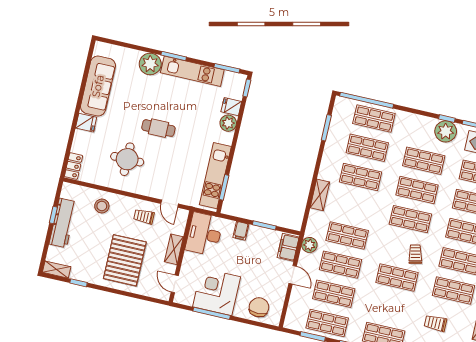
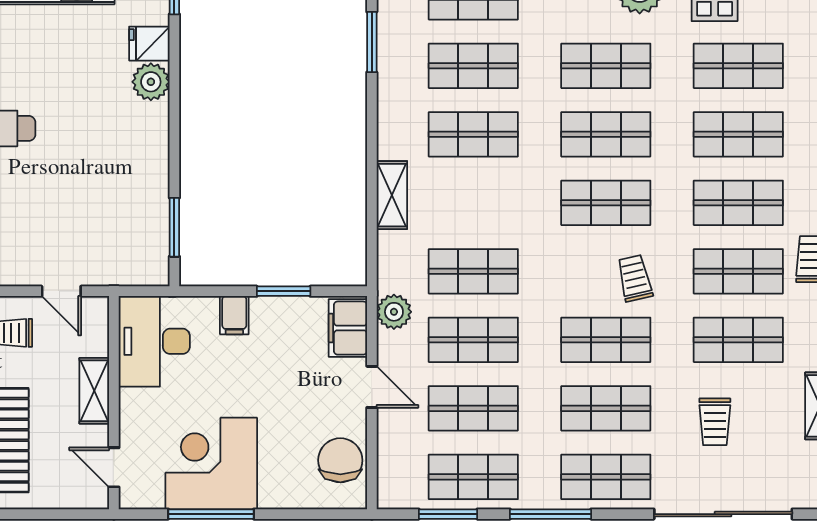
kitchen unit: (215, 176) -> (149, 205), removed
chair: (259, 307) -> (340, 460), moved
shop shelf: (390, 307) -> (606, 408), added
trolley: (435, 323) -> (715, 422), turned -90

